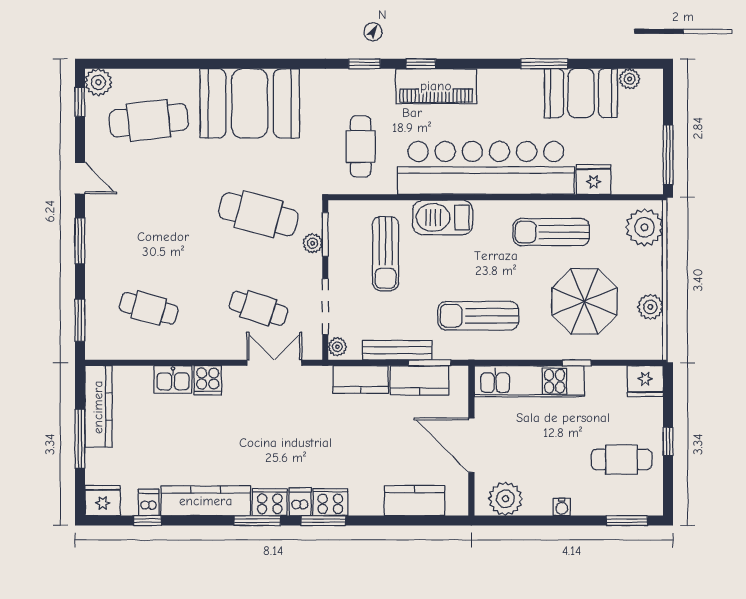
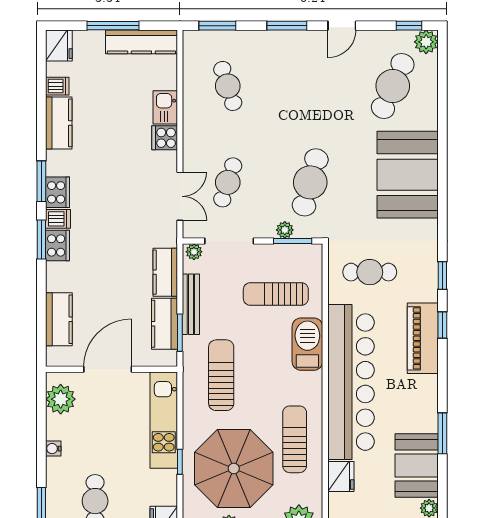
cafe table: (149, 120) -> (393, 86), turned 30
parasol: (584, 301) -> (234, 468), width x1.36, depth x1.36
cafe table: (149, 308) -> (228, 86), turned -33
kitchen counter: (206, 501) -> (59, 123), width x0.67
window: (147, 521) -> (41, 85), removed

